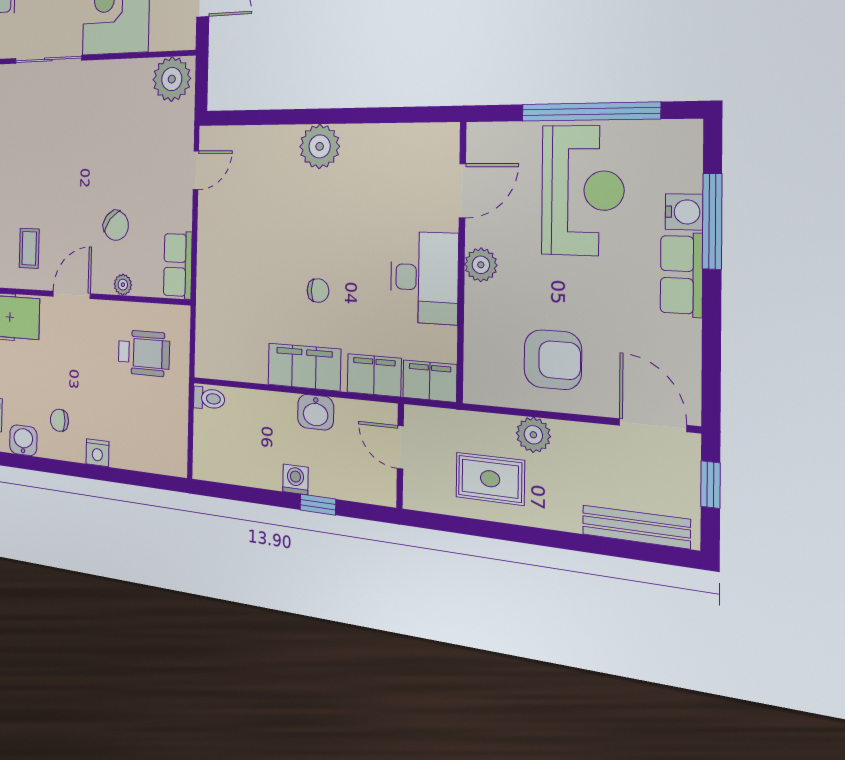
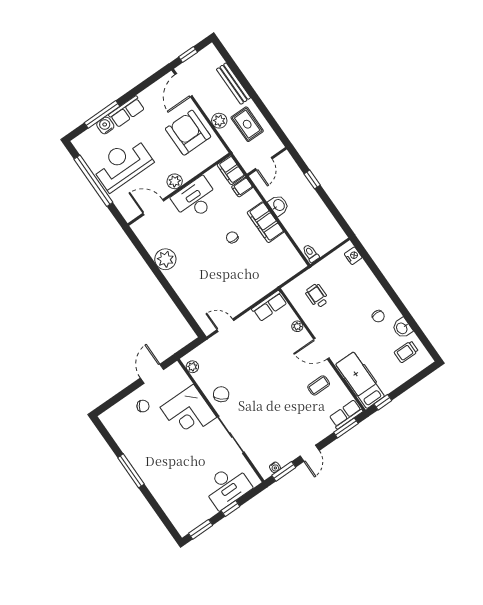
plant: (172, 79) -> (192, 367), width x0.53, depth x0.53
plant: (320, 146) -> (165, 259), moved
chair: (116, 225) -> (221, 394), moved
wheelchair: (144, 353) -> (317, 296), width x0.73, depth x0.73
armchair: (553, 360) -> (188, 133), width x1.36, depth x1.36
filing cabinet: (374, 375) -> (242, 187), width x0.50
nightstand: (97, 453) -> (353, 256), moved
washing machine: (295, 479) -> (311, 195), removed
bench: (636, 527) -> (233, 84), moved

